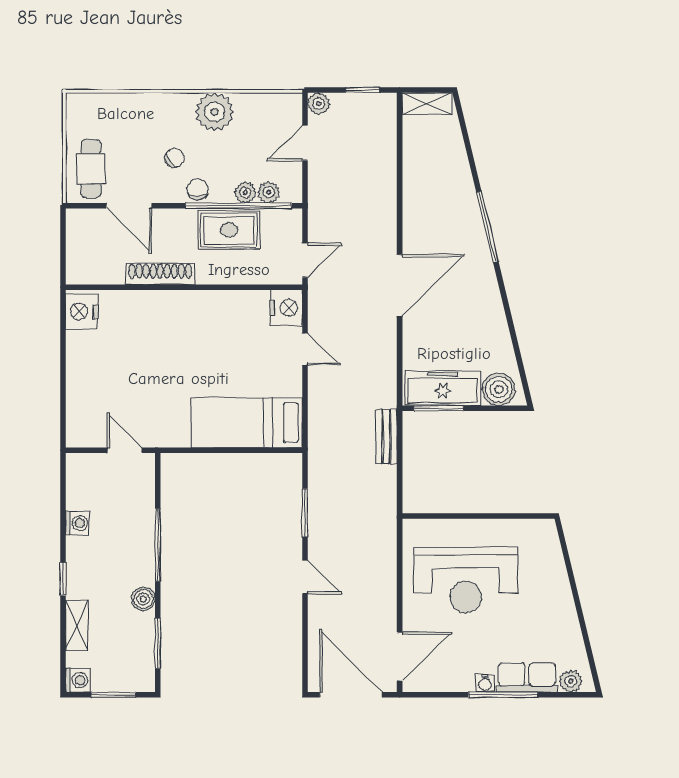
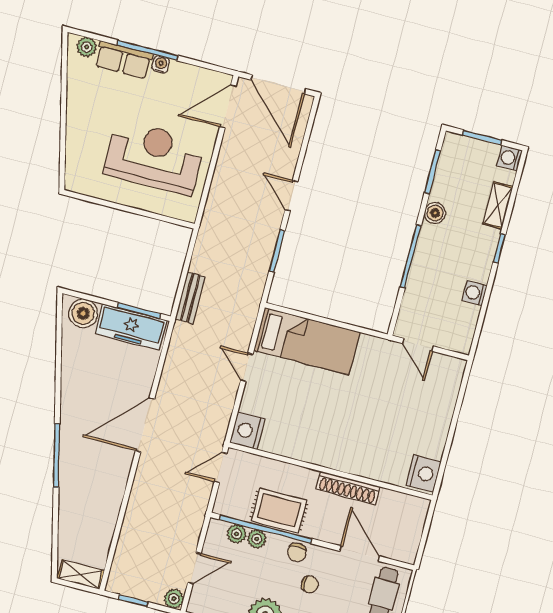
chair: (175, 158) -> (310, 584), turned -143
door: (305, 349) -> (247, 367), moved

